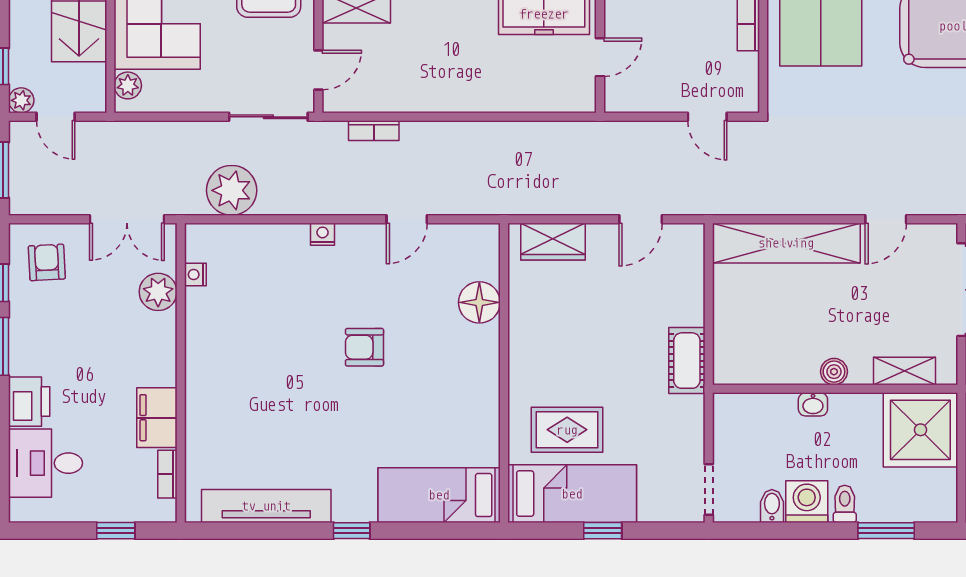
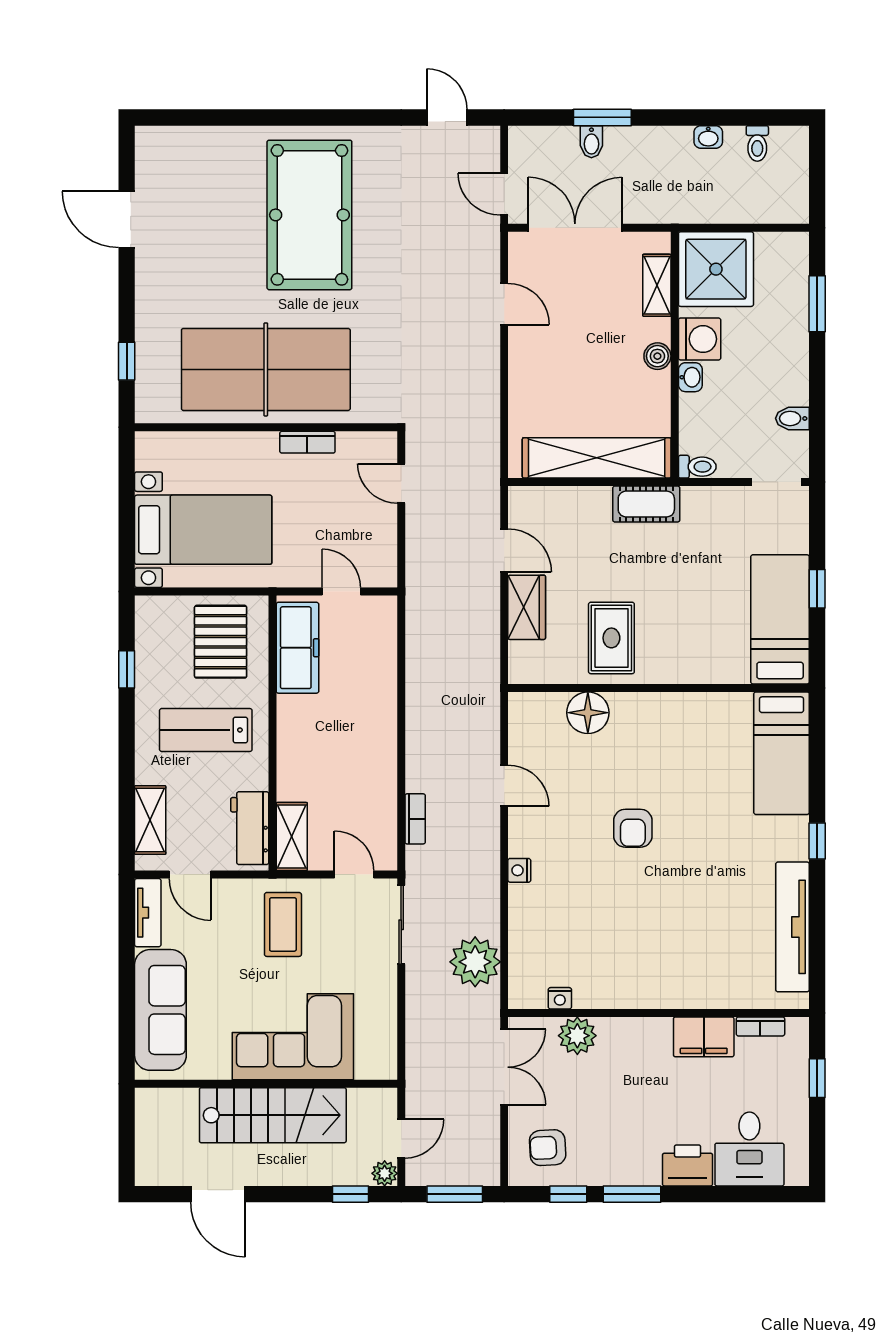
plant: (128, 85) -> (370, 1066), removed
door: (707, 117) -> (401, 484), swing flipped
wardrobe: (553, 242) -> (527, 607), moved
shelving: (786, 243) -> (597, 458), moved, turned 90
rug: (567, 430) -> (611, 638), moved
washing machine: (807, 502) -> (700, 339), moved, turned 180
toilet: (845, 504) -> (697, 467), moved, turned 180

